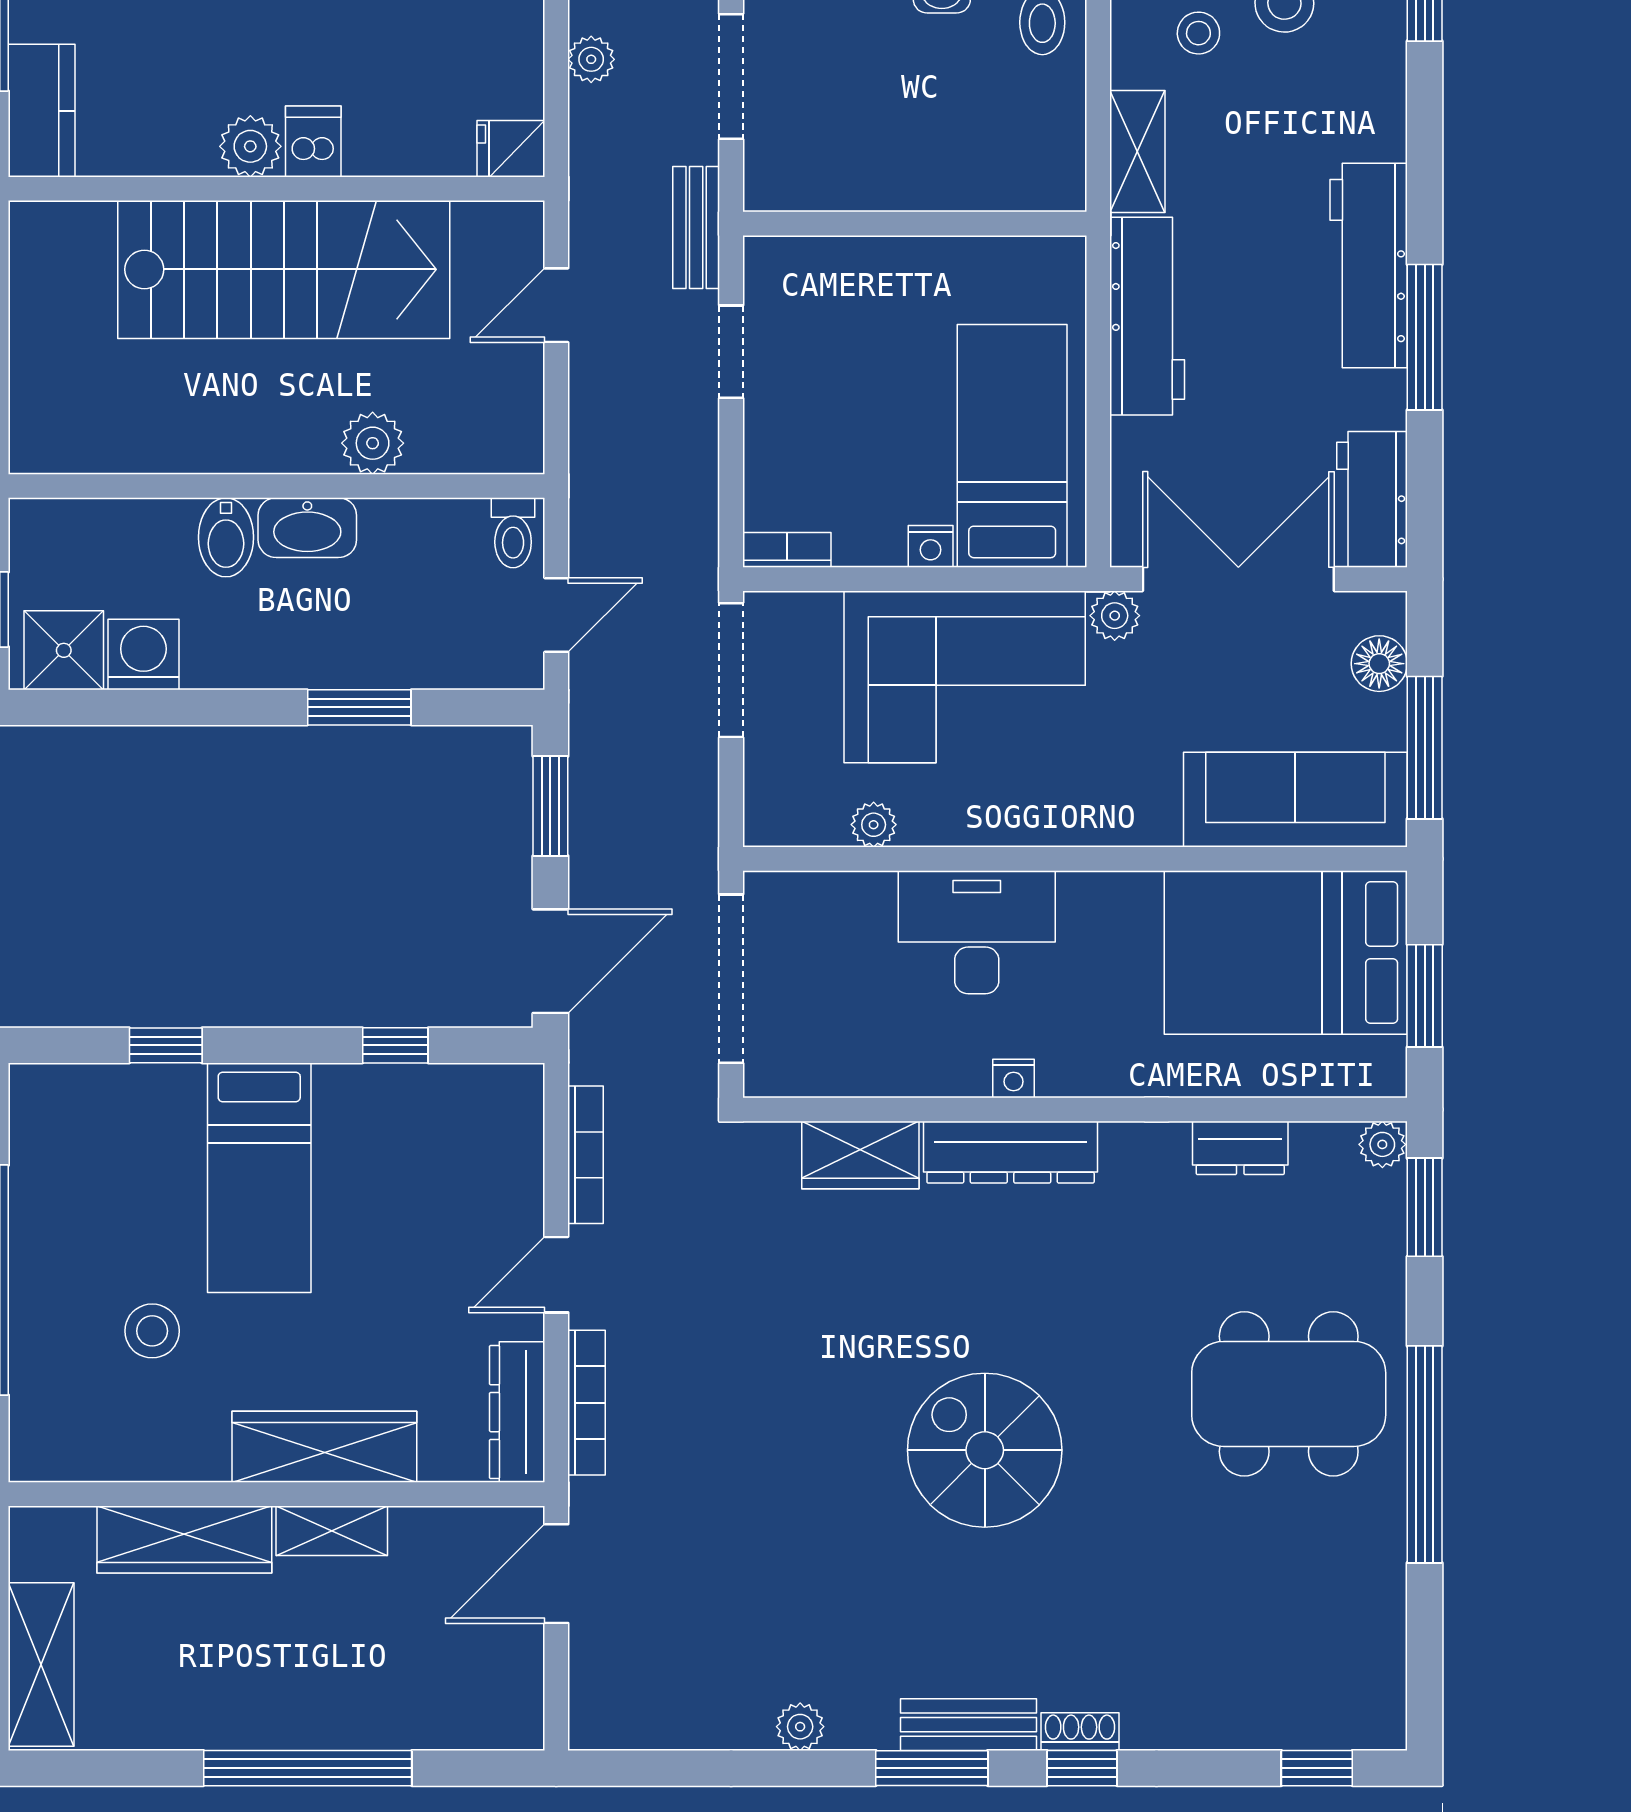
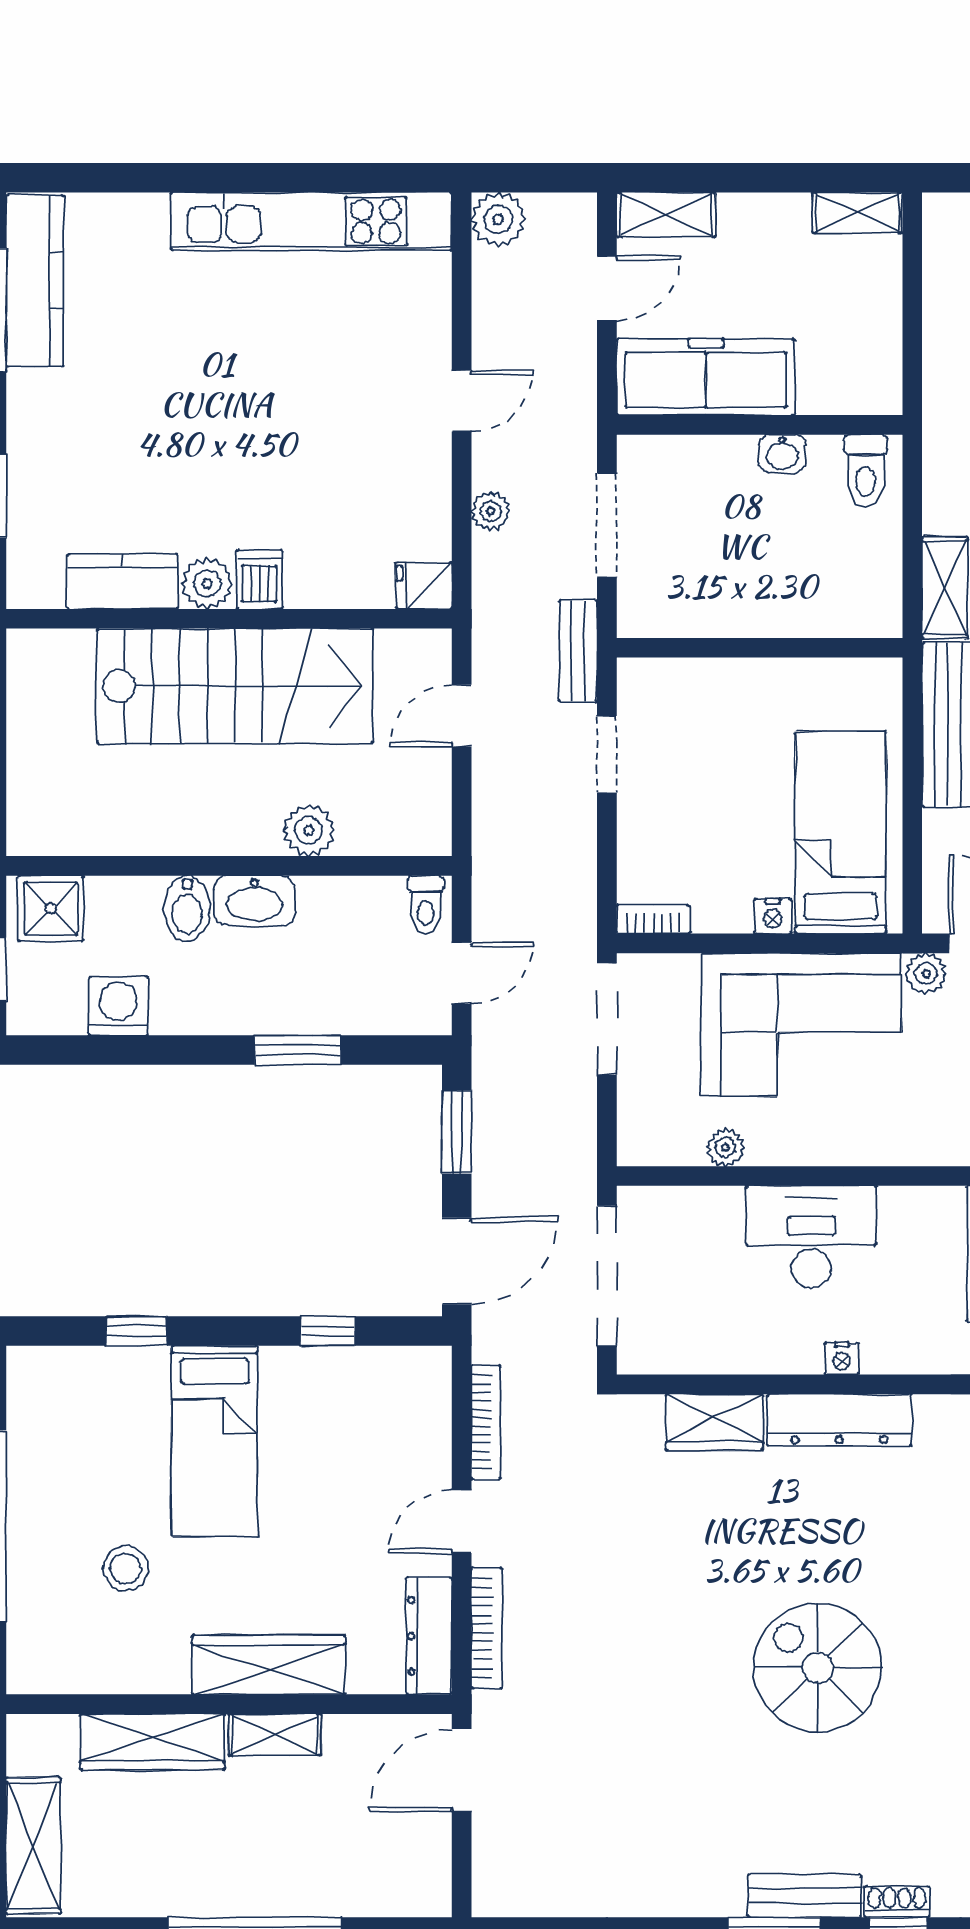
kitchen counter: (42, 111) -> (122, 581), moved, turned -90
shower: (64, 650) -> (51, 908), moved
plant: (800, 1727) -> (664, 1898), removed

